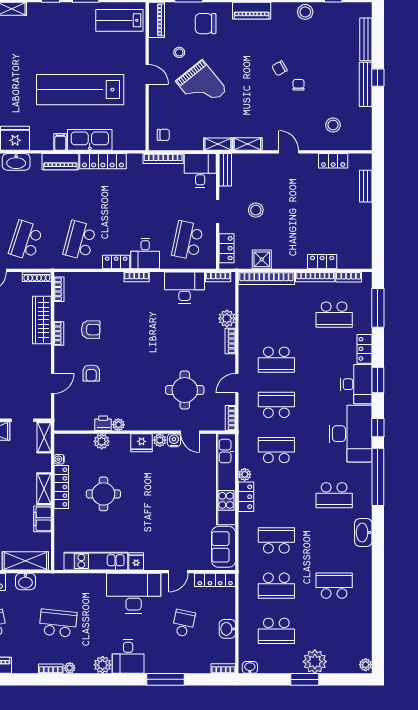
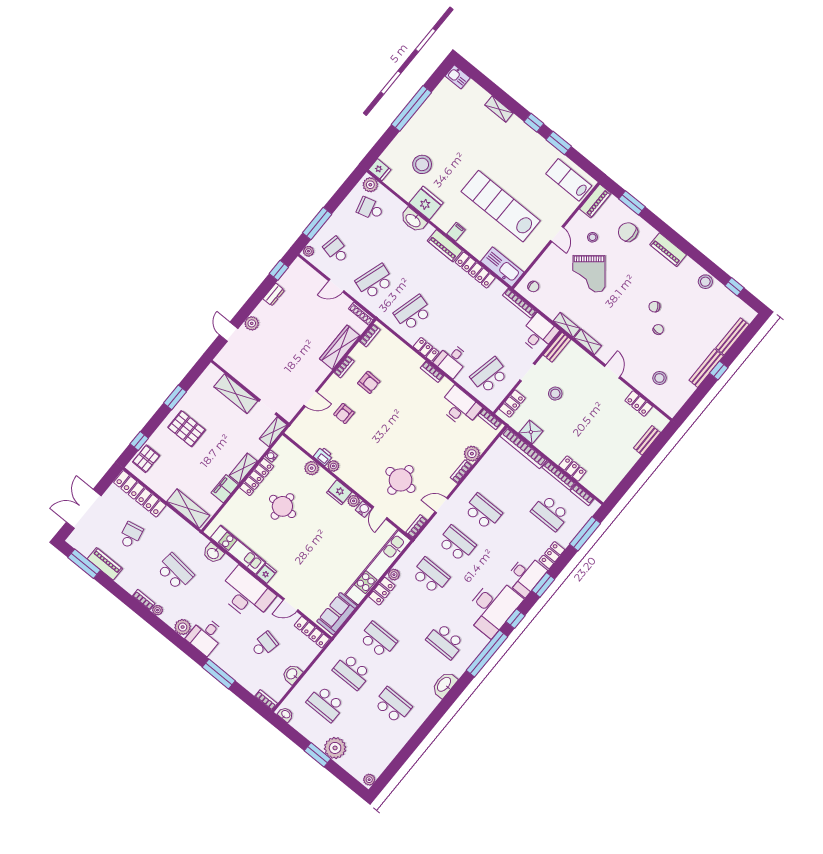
kitchen sink: (90, 140) -> (502, 267), moved
school desk: (276, 360) -> (483, 512), turned 180
washbasin: (25, 581) -> (213, 553), moved

